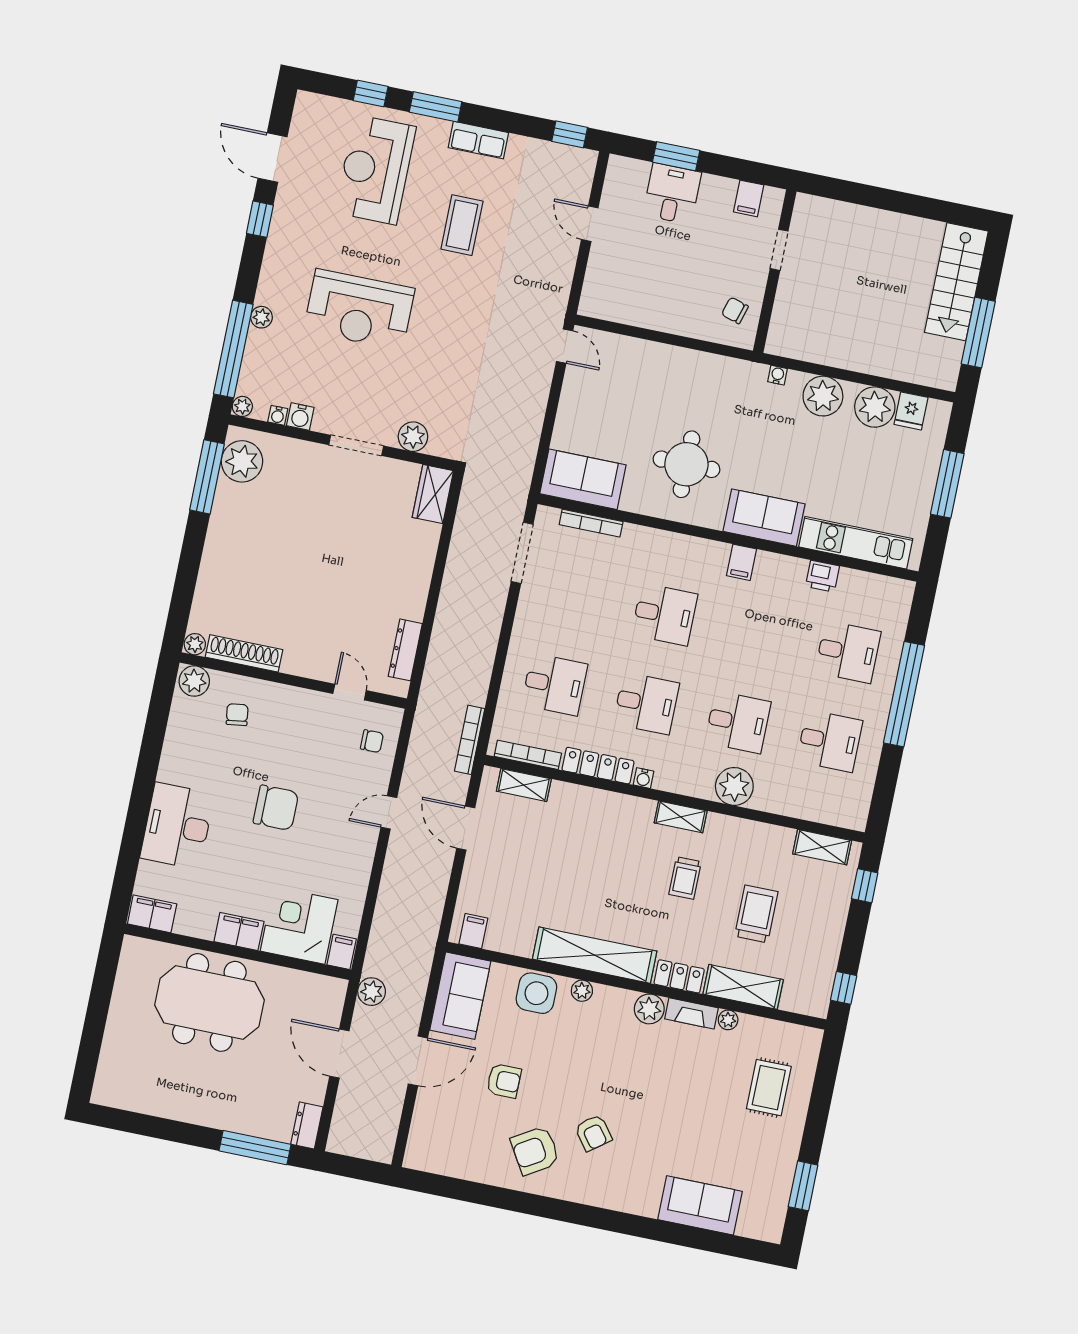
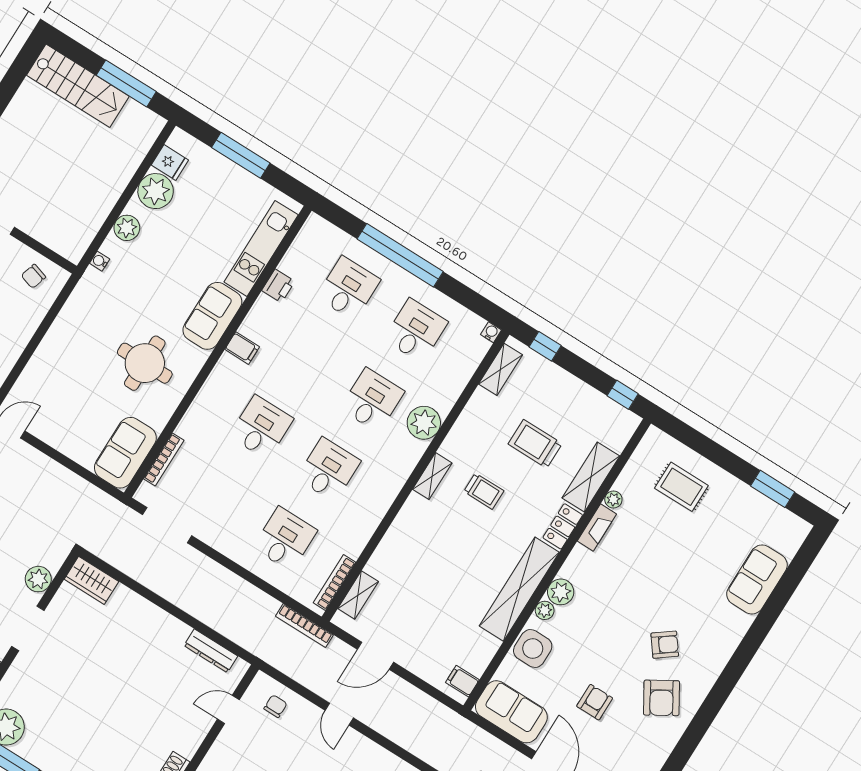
plant: (823, 396) -> (127, 228), width x0.73, depth x0.73
locker: (598, 766) -> (365, 528), removed
water cooler: (643, 778) -> (491, 332), moved, turned -90
plant: (649, 1009) -> (561, 592), moved

